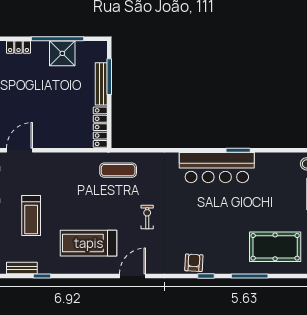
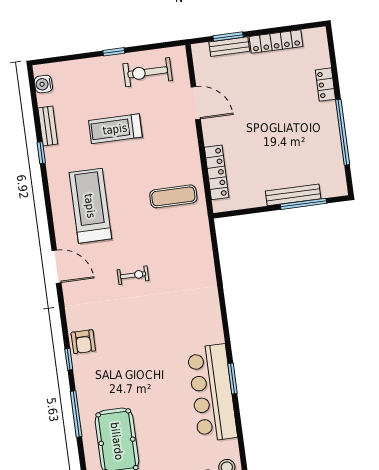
shower: (62, 53) -> (325, 141), removed
locker: (100, 127) -> (217, 172), moved, turned 90
bar counter: (217, 168) -> (212, 393), moved
exercise mat: (118, 170) -> (173, 196), moved, turned 90
armchair: (194, 263) -> (83, 342), turned 87

